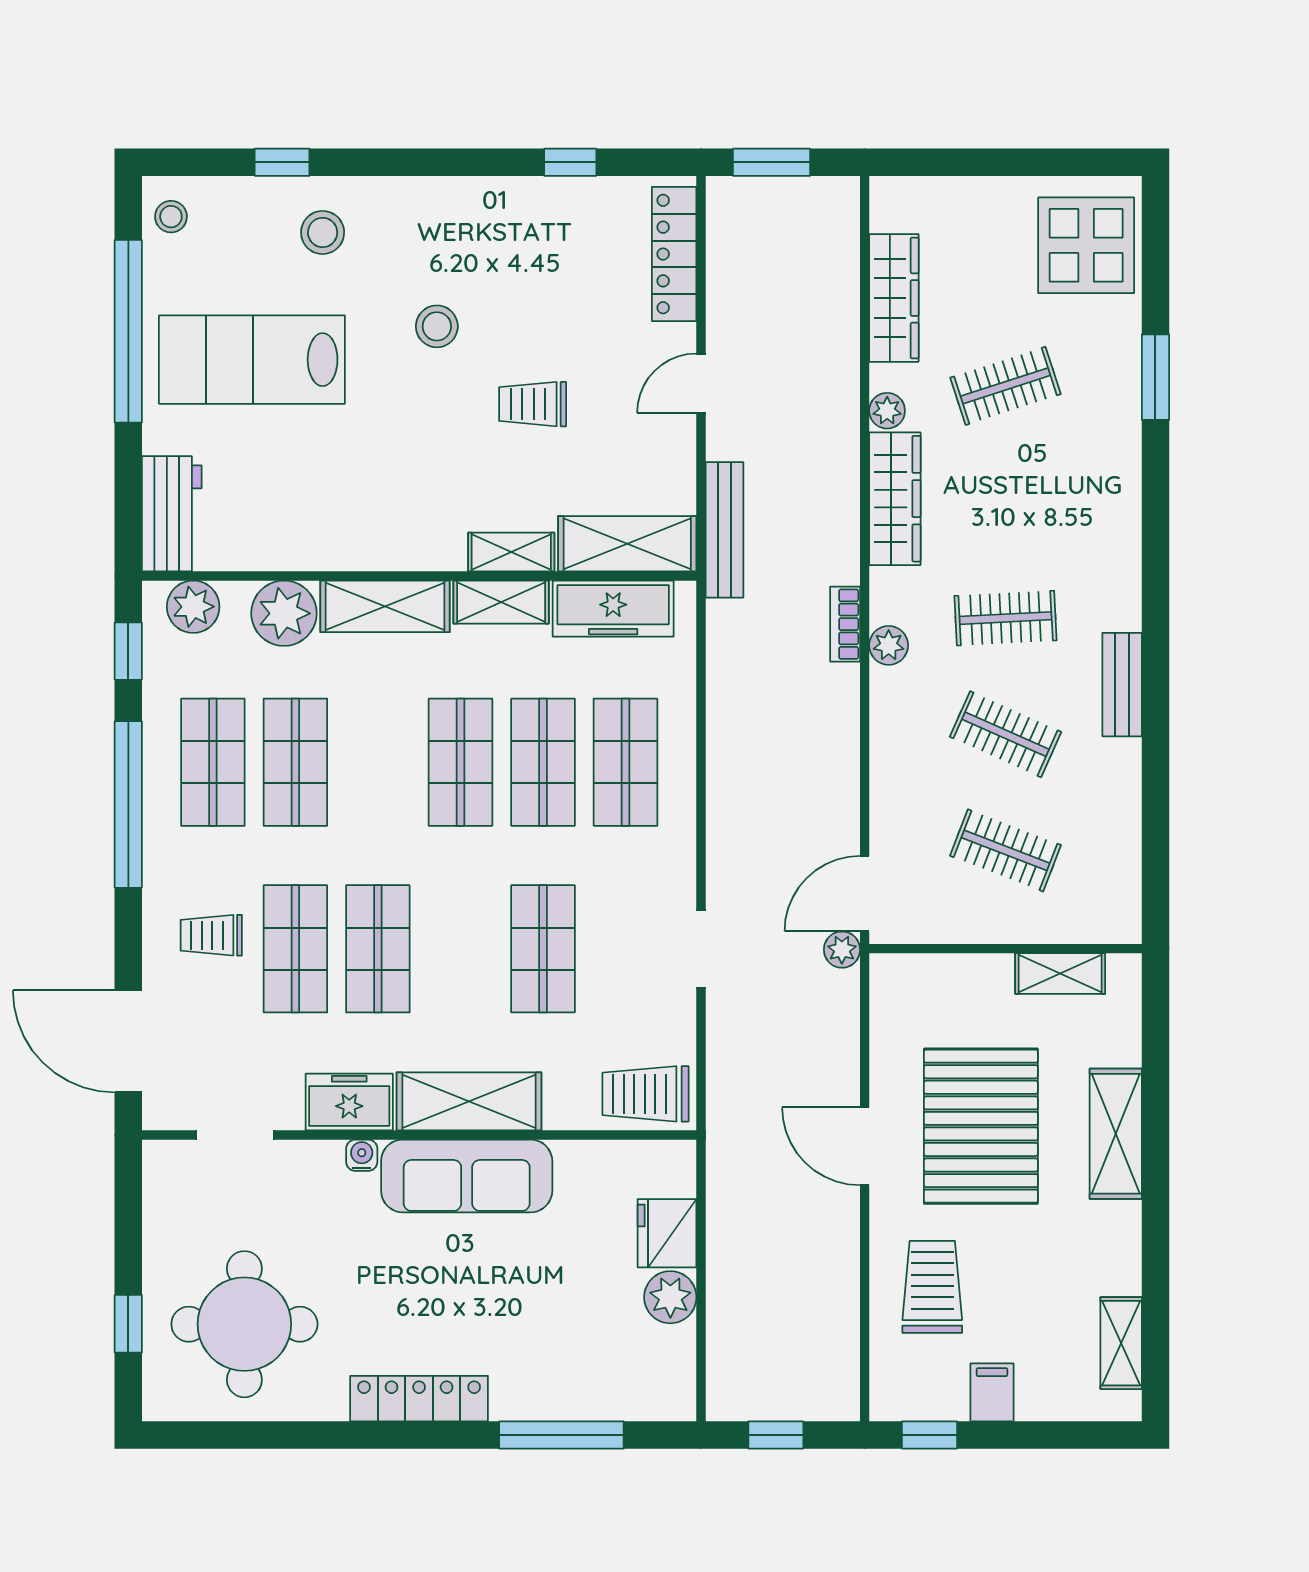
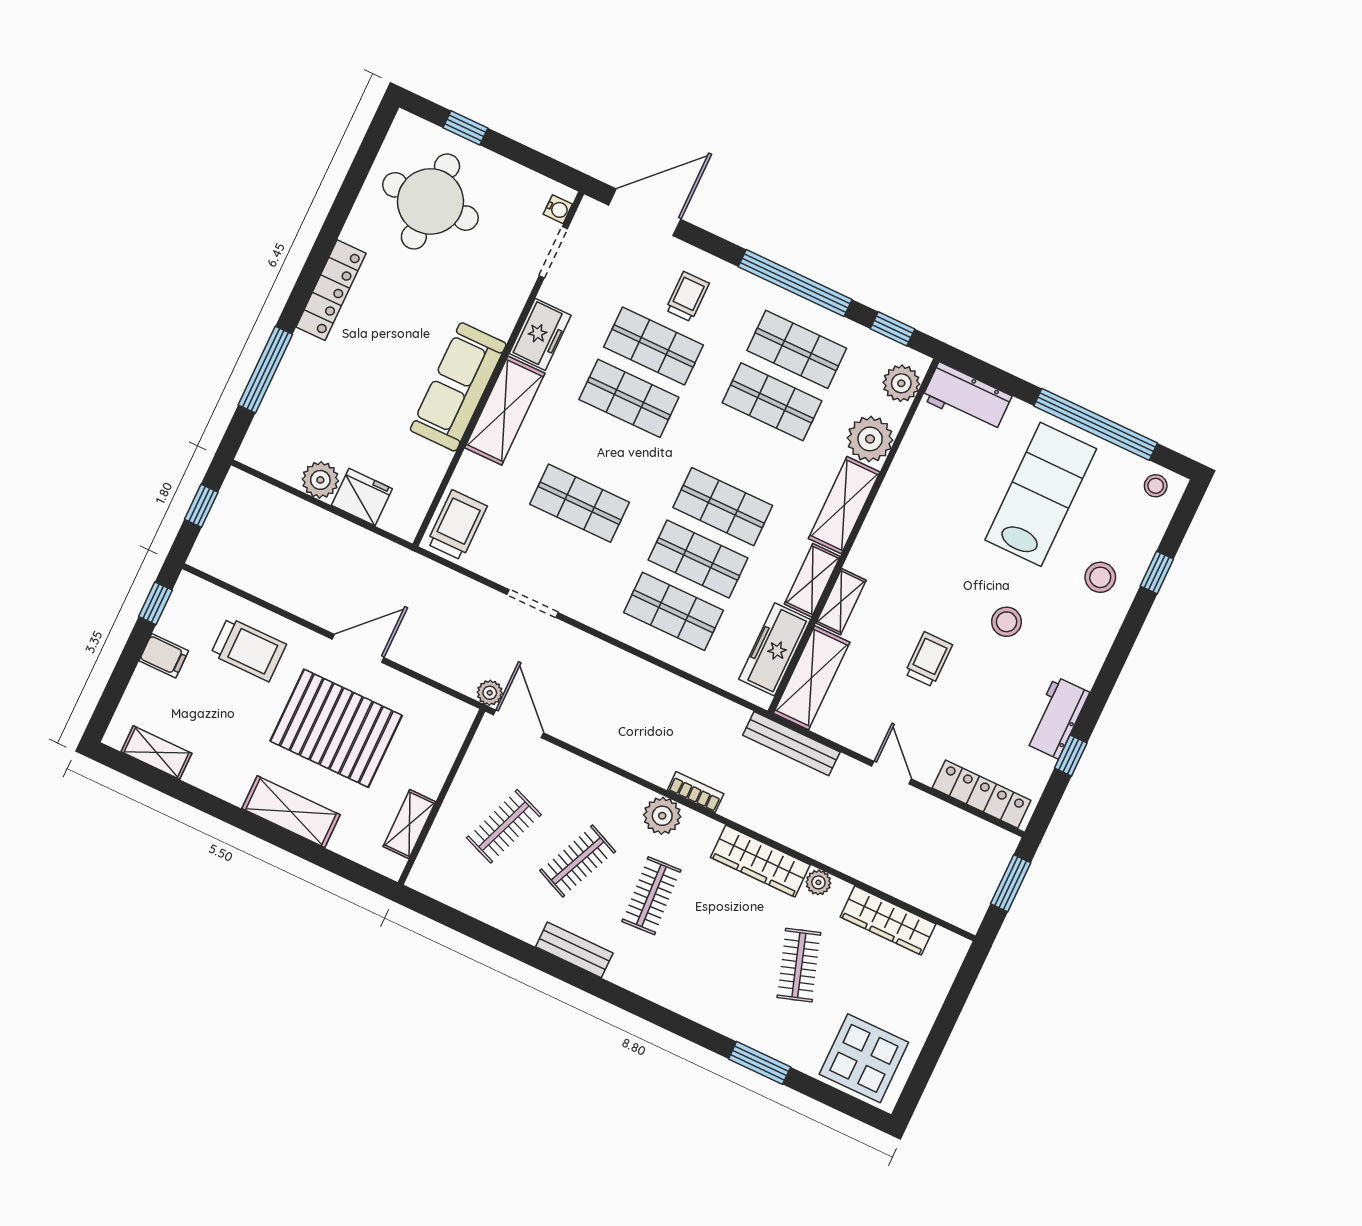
workbench: (530, 203) -> (1057, 718), added
plant: (889, 645) -> (662, 816), width x1.38, depth x1.38
water cooler: (362, 1155) -> (558, 209), moved

